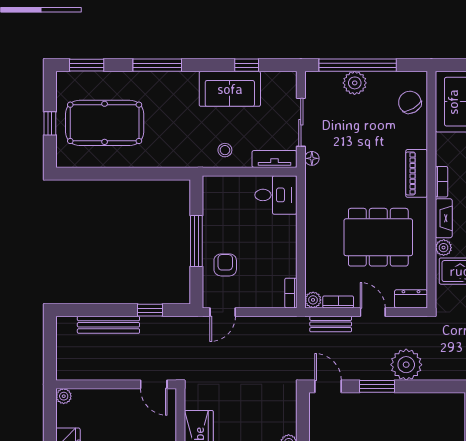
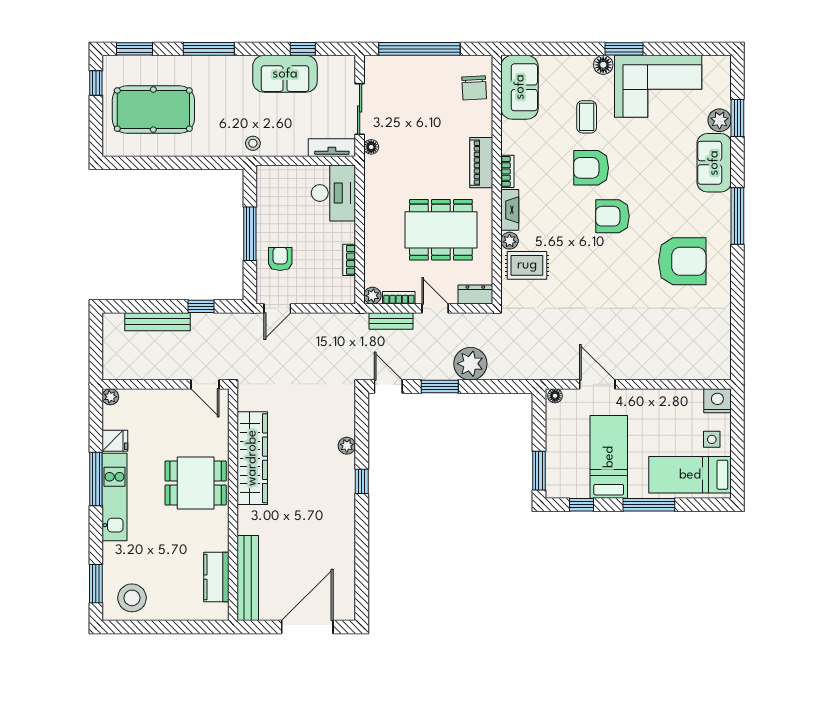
plant: (355, 83) -> (416, 68), removed
chair: (410, 102) -> (474, 88), turned -153
window: (50, 123) -> (96, 83), moved
stool: (225, 150) -> (253, 143), moved
desk: (276, 195) -> (333, 193), width x1.37
bookcase: (291, 293) -> (349, 260), moved

